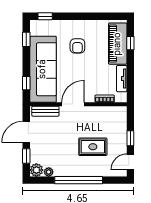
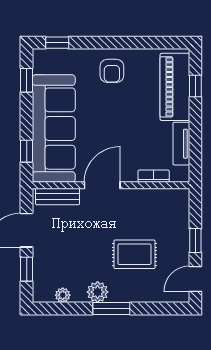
armchair: (77, 46) -> (112, 71), moved
plant: (36, 170) -> (98, 292), moved
window: (79, 180) -> (111, 308), width x0.47

